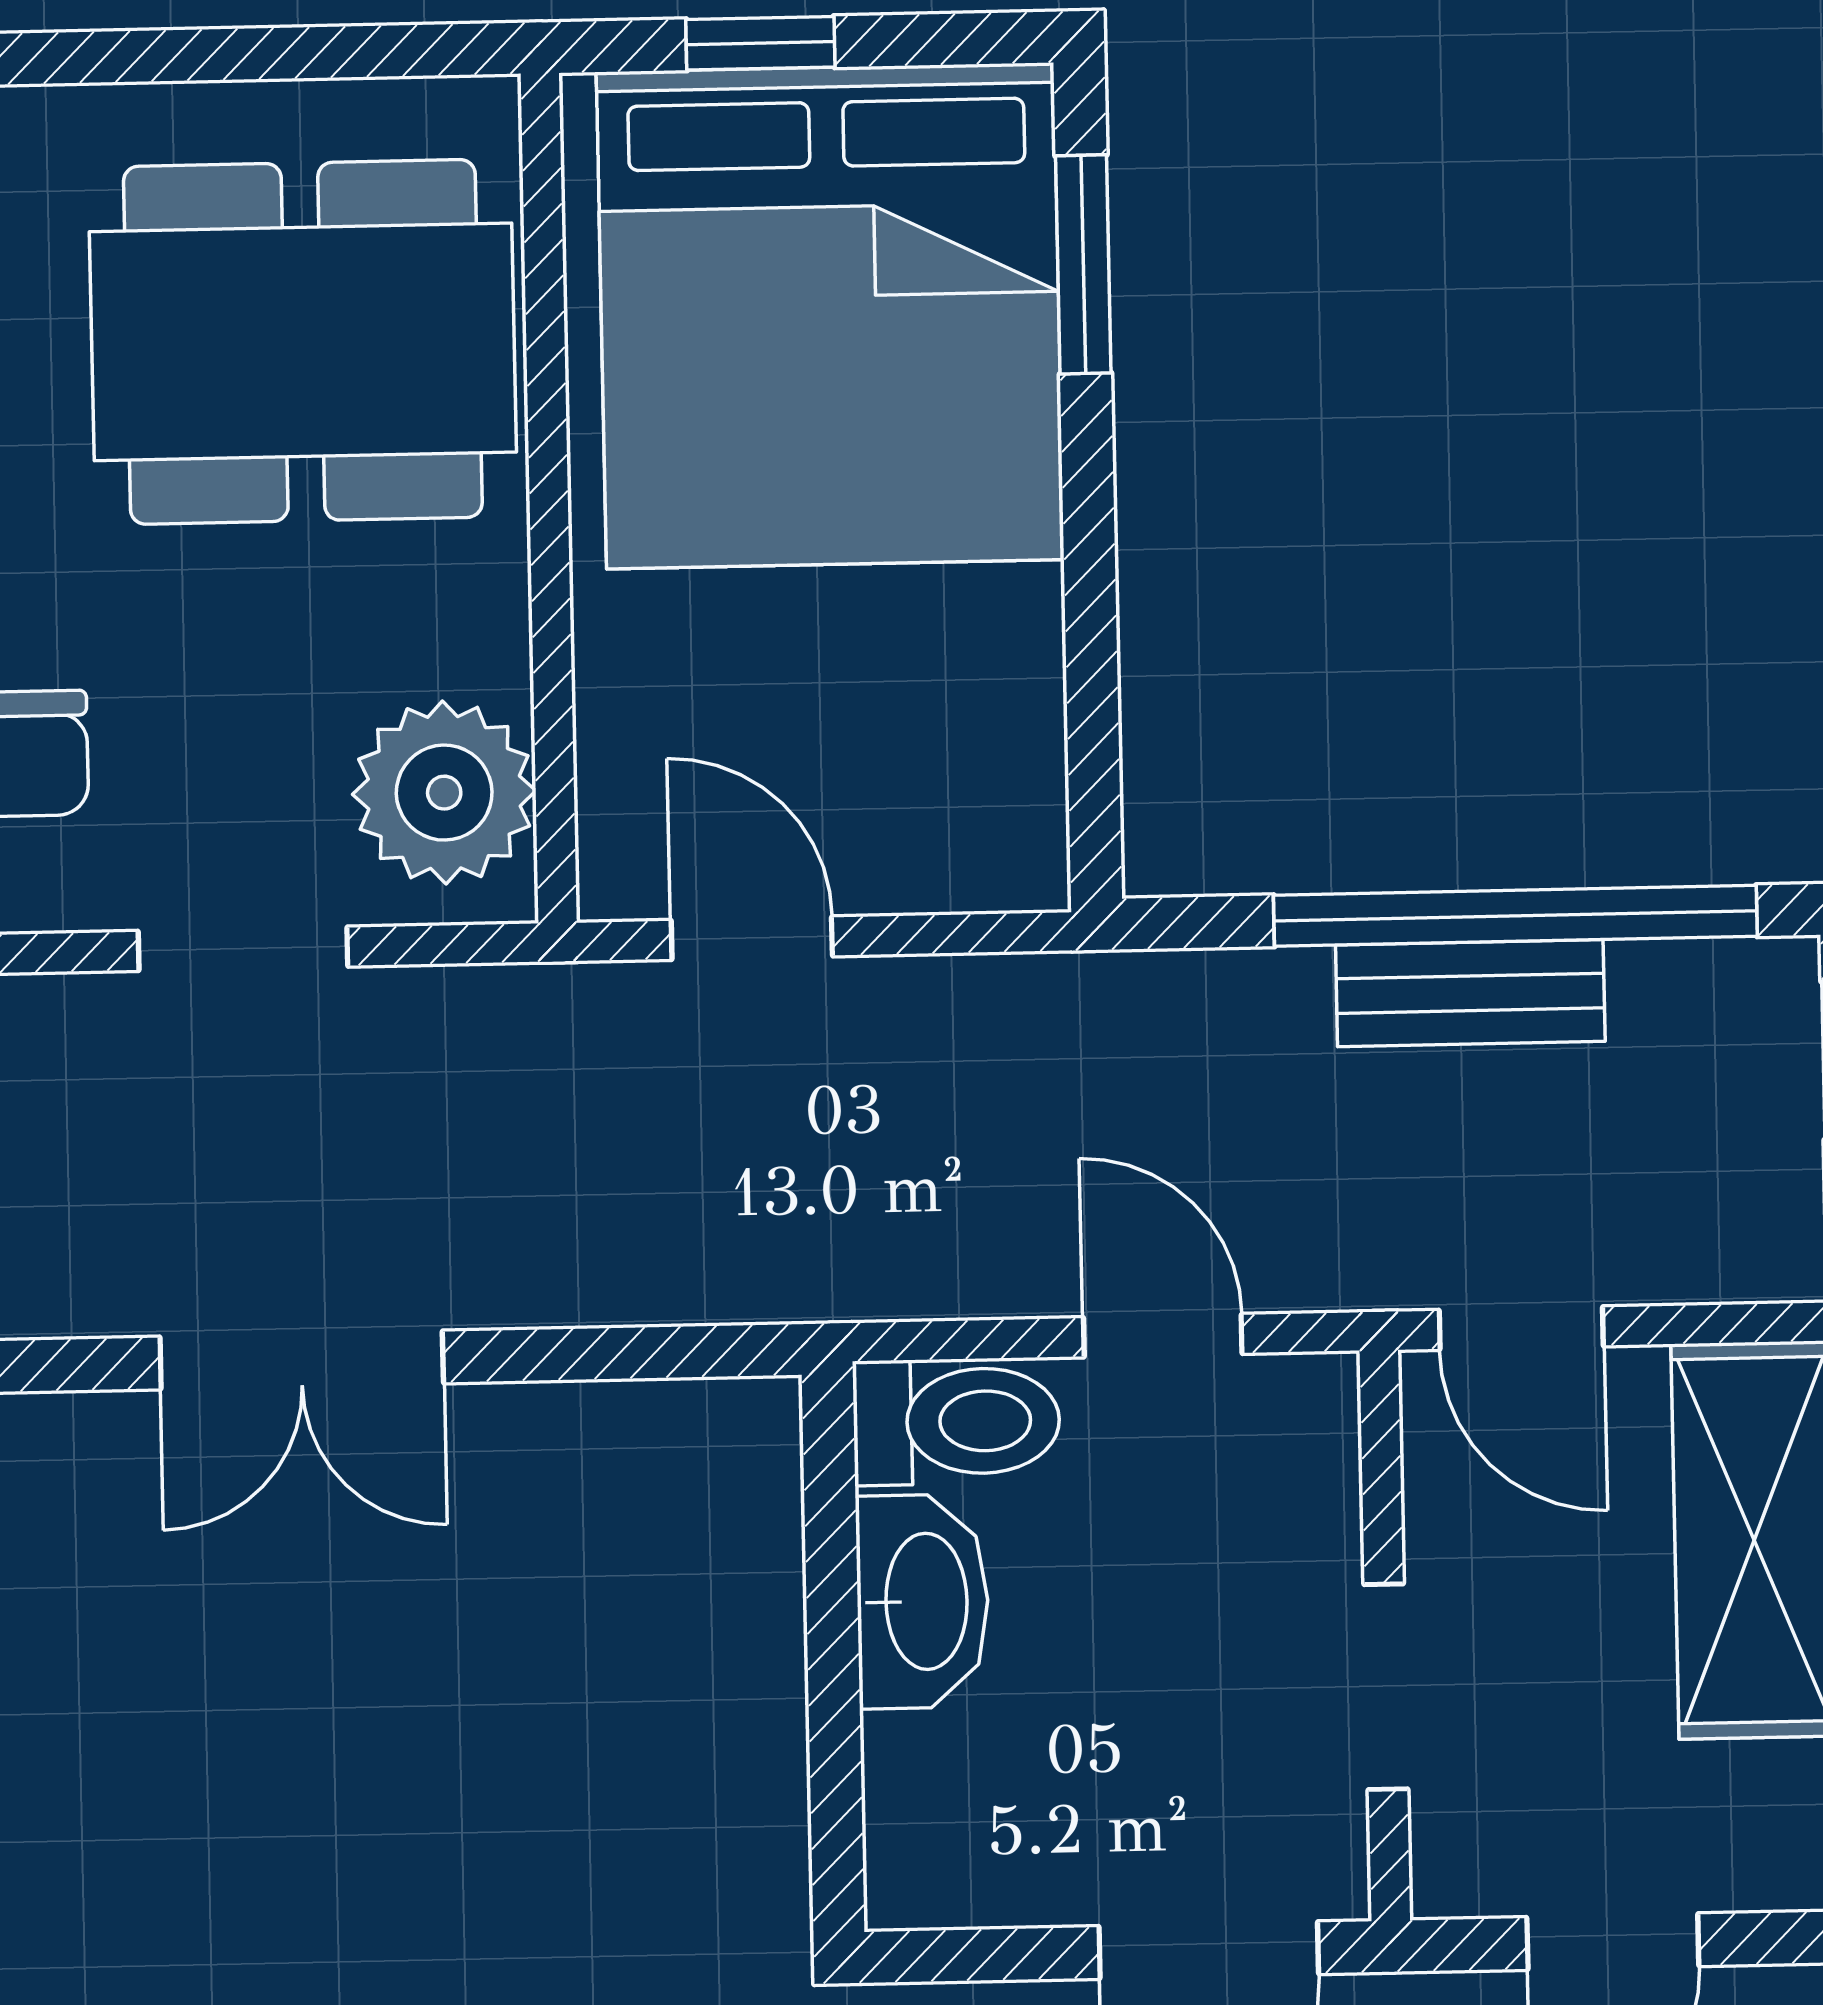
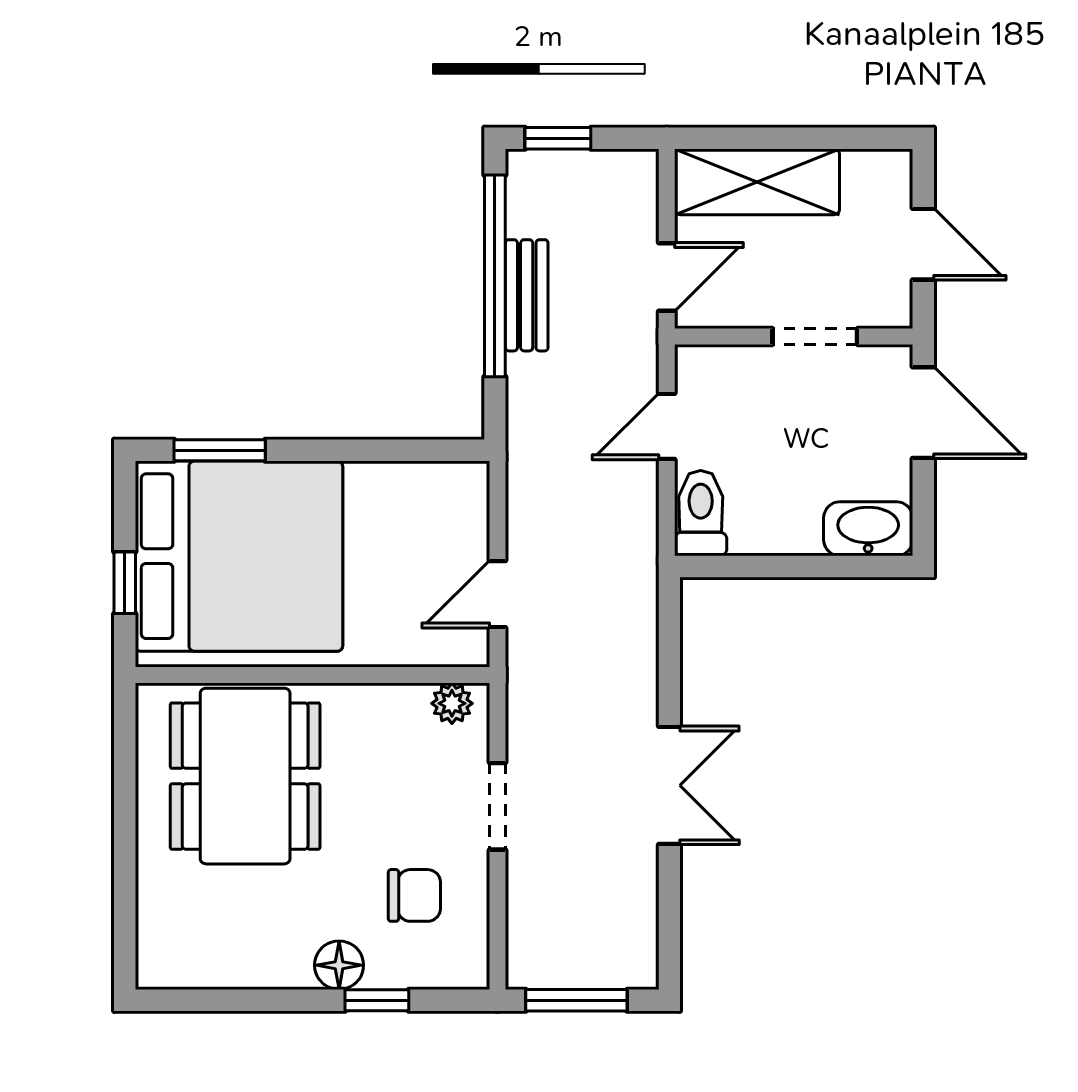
plant: (444, 793) -> (452, 703), width x0.53, depth x0.53
washbasin: (923, 1601) -> (868, 529), moved

